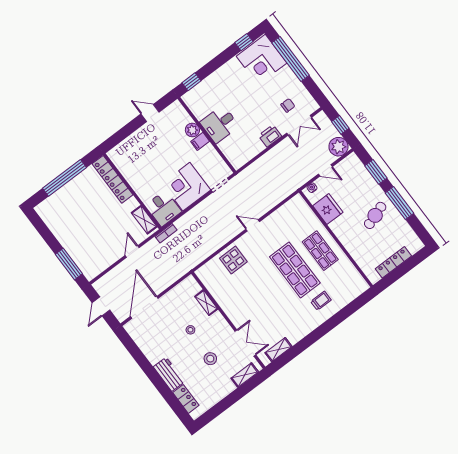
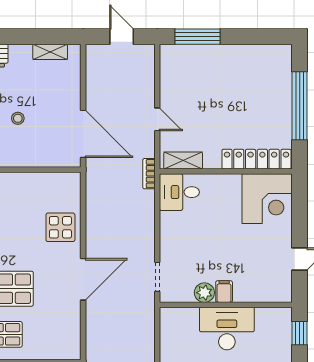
desk: (220, 124) -> (227, 328), width x1.37
plant: (192, 130) -> (204, 293), moved
corner desk: (186, 187) -> (267, 199), moved, turned 90
door: (253, 225) -> (83, 279), width x1.88
shelving: (206, 303) -> (50, 52), moved
door: (144, 307) -> (83, 134), moved

